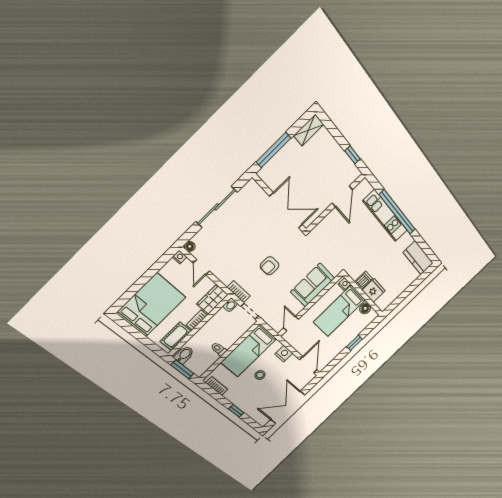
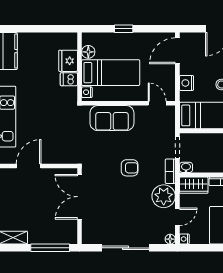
plant: (226, 271) -> (164, 196), added
door: (291, 323) -> (157, 103), swing flipped

